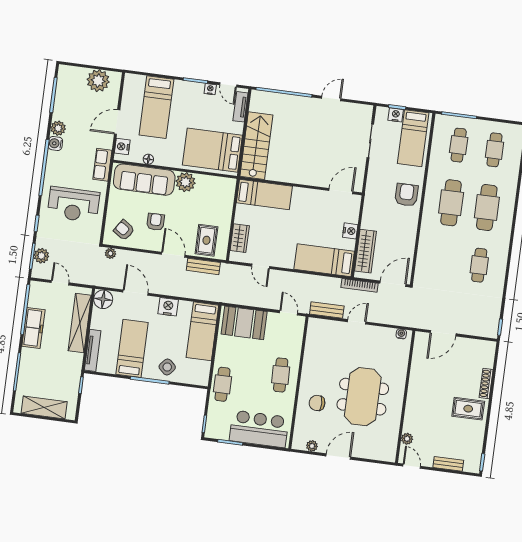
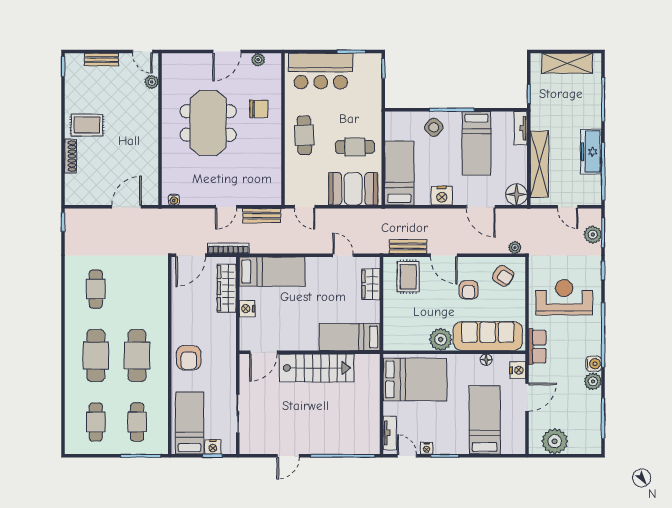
stairs: (256, 146) -> (317, 368), moved, turned -90
tv unit: (93, 350) -> (521, 128), width x0.71
cafe table: (222, 384) -> (355, 147), moved, turned 90

